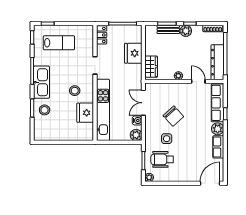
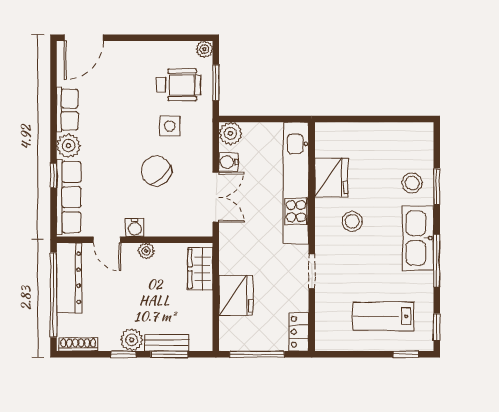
water cooler: (184, 88) -> (135, 227), added

